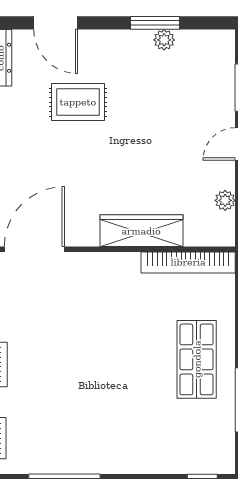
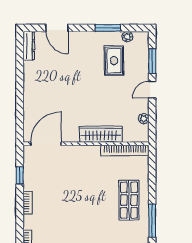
plant: (164, 40) -> (127, 37), moved
rug: (78, 102) -> (114, 61), moved, turned 90

